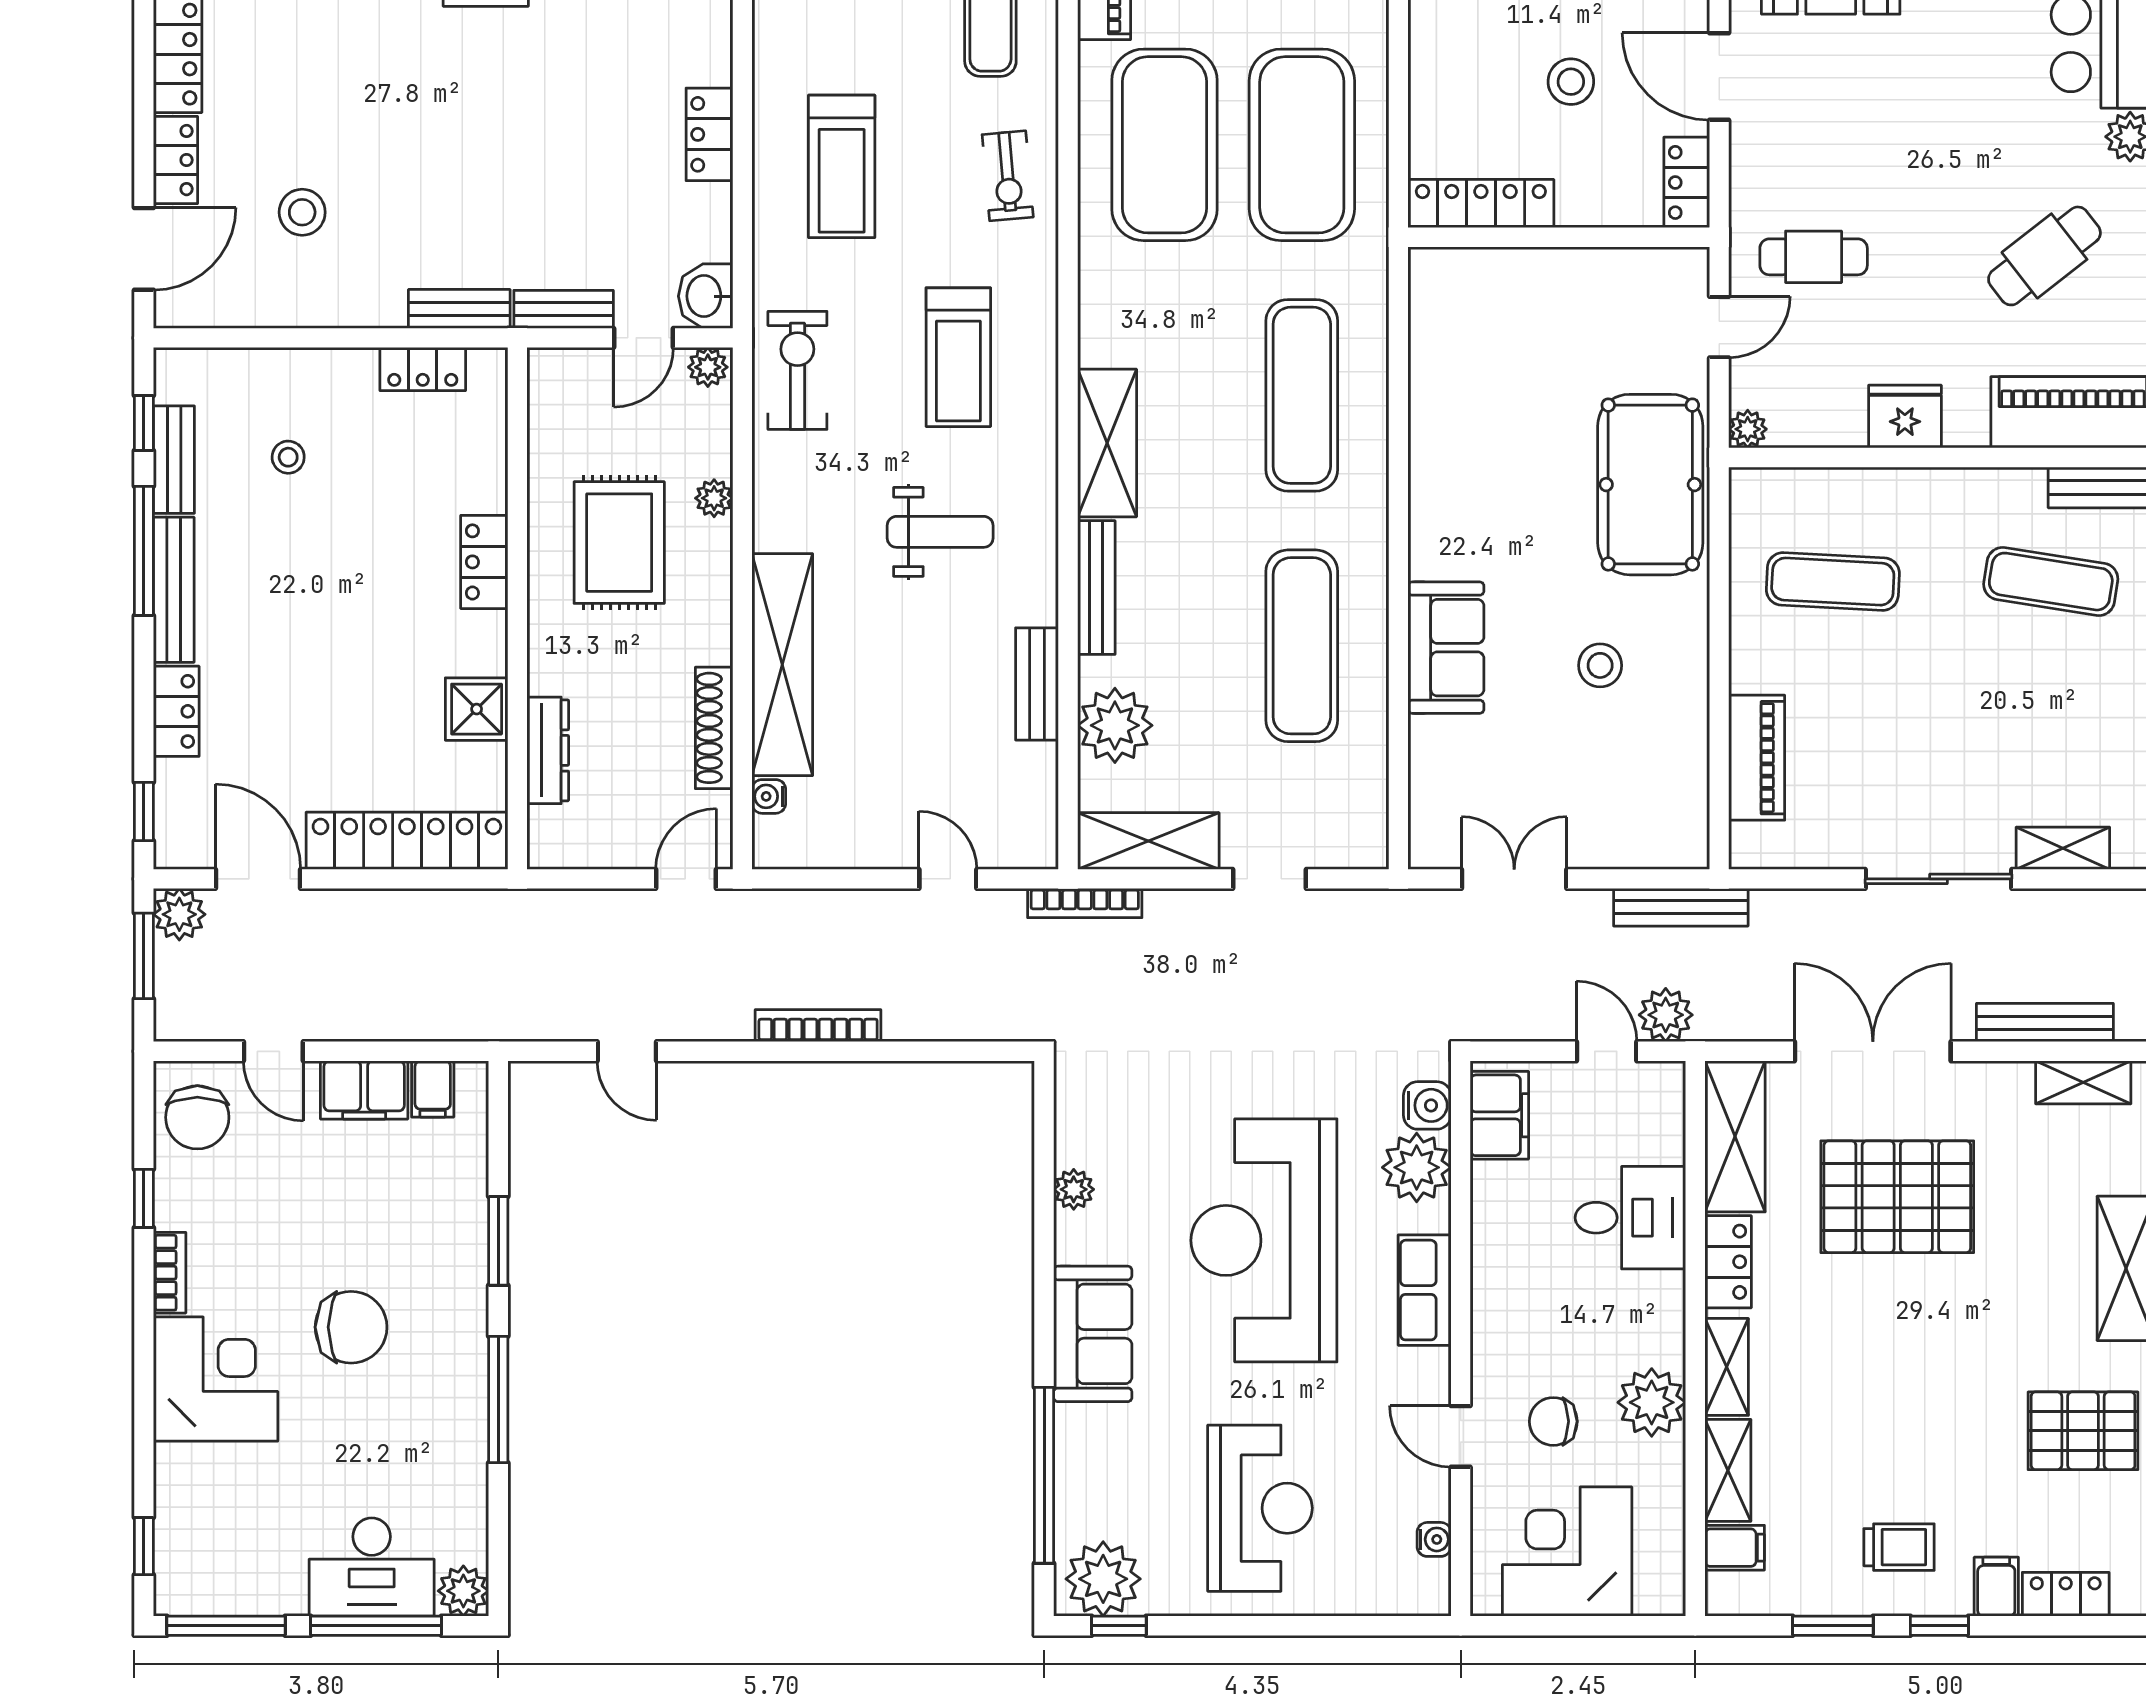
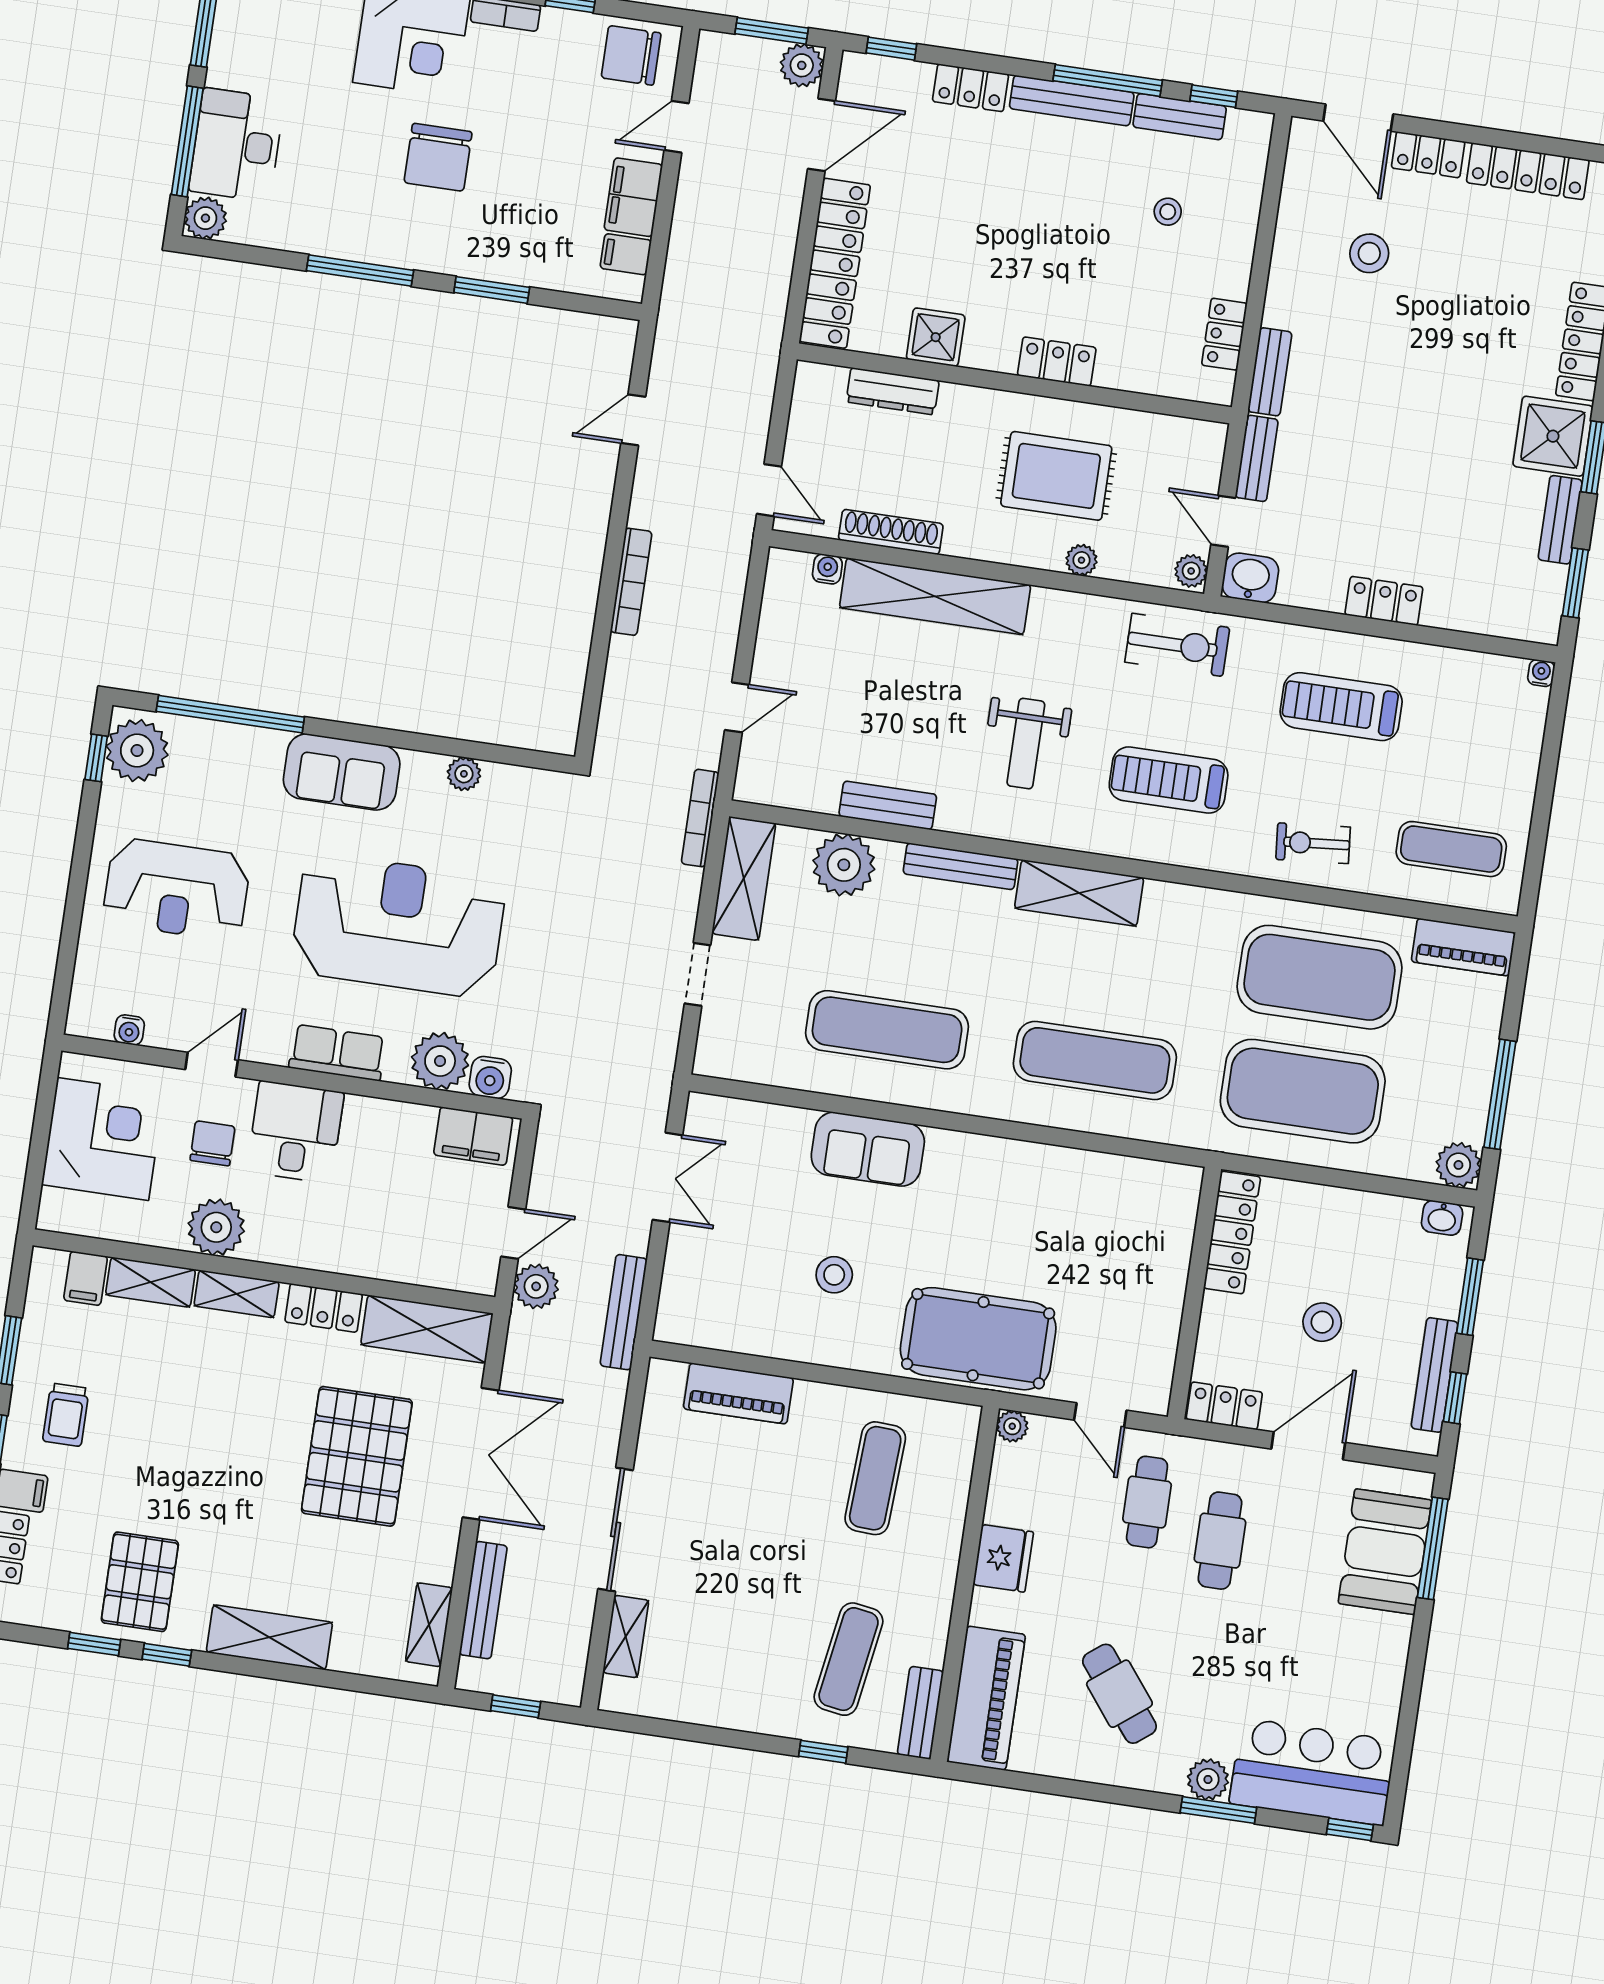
cafe table: (1846, 164) -> (1220, 1541), added
desk: (1630, 1218) -> (295, 1132), moved, turned 180

